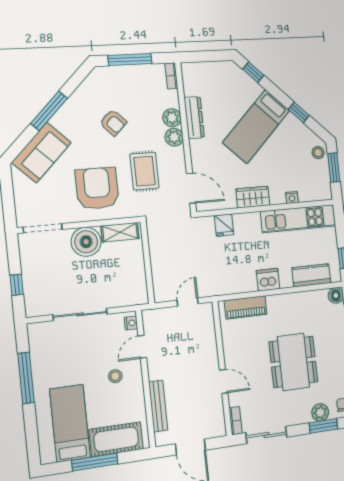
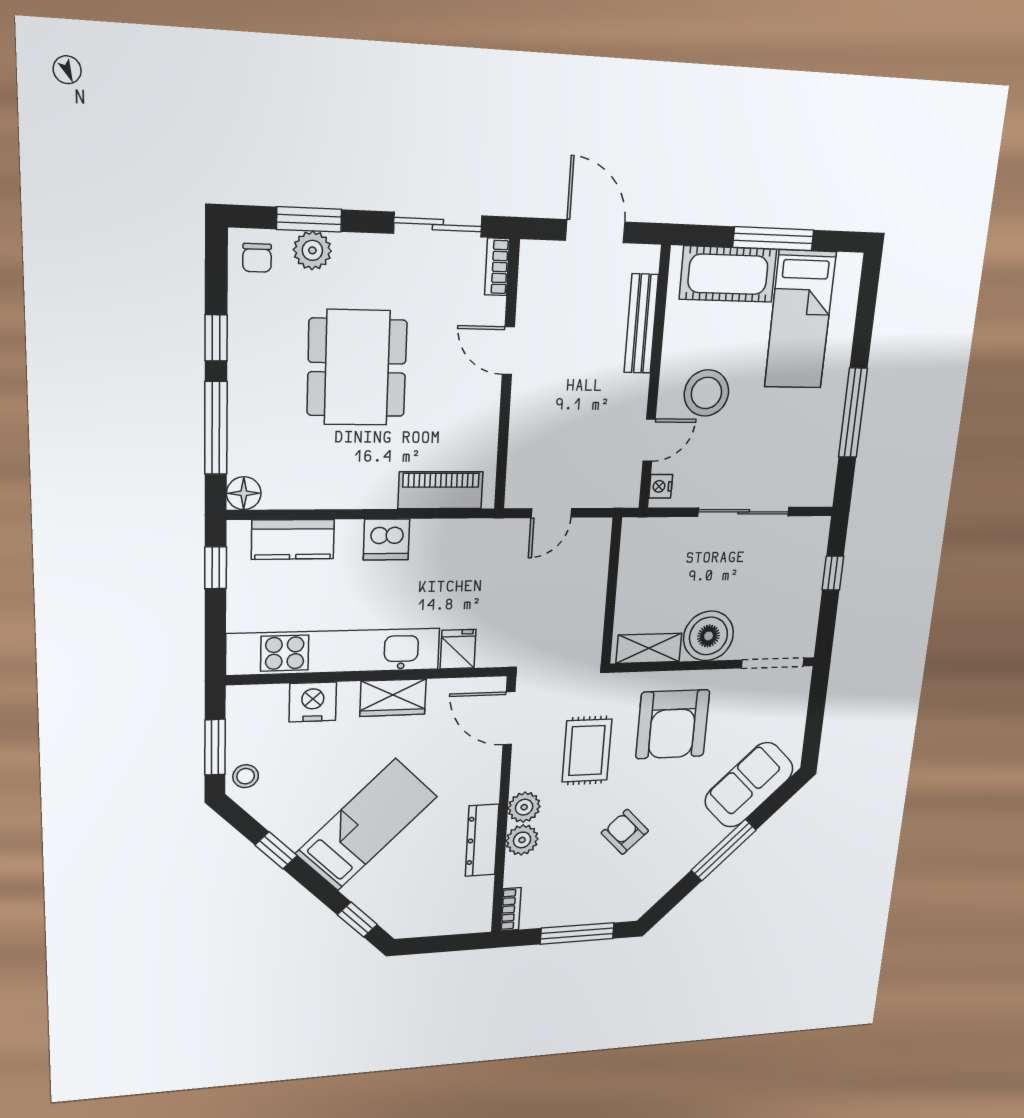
nightstand: (292, 197) -> (313, 702), width x1.89, depth x1.79
kitchen unit: (298, 219) -> (334, 652), width x1.36
stool: (115, 376) -> (706, 393), width x1.89, depth x1.89

